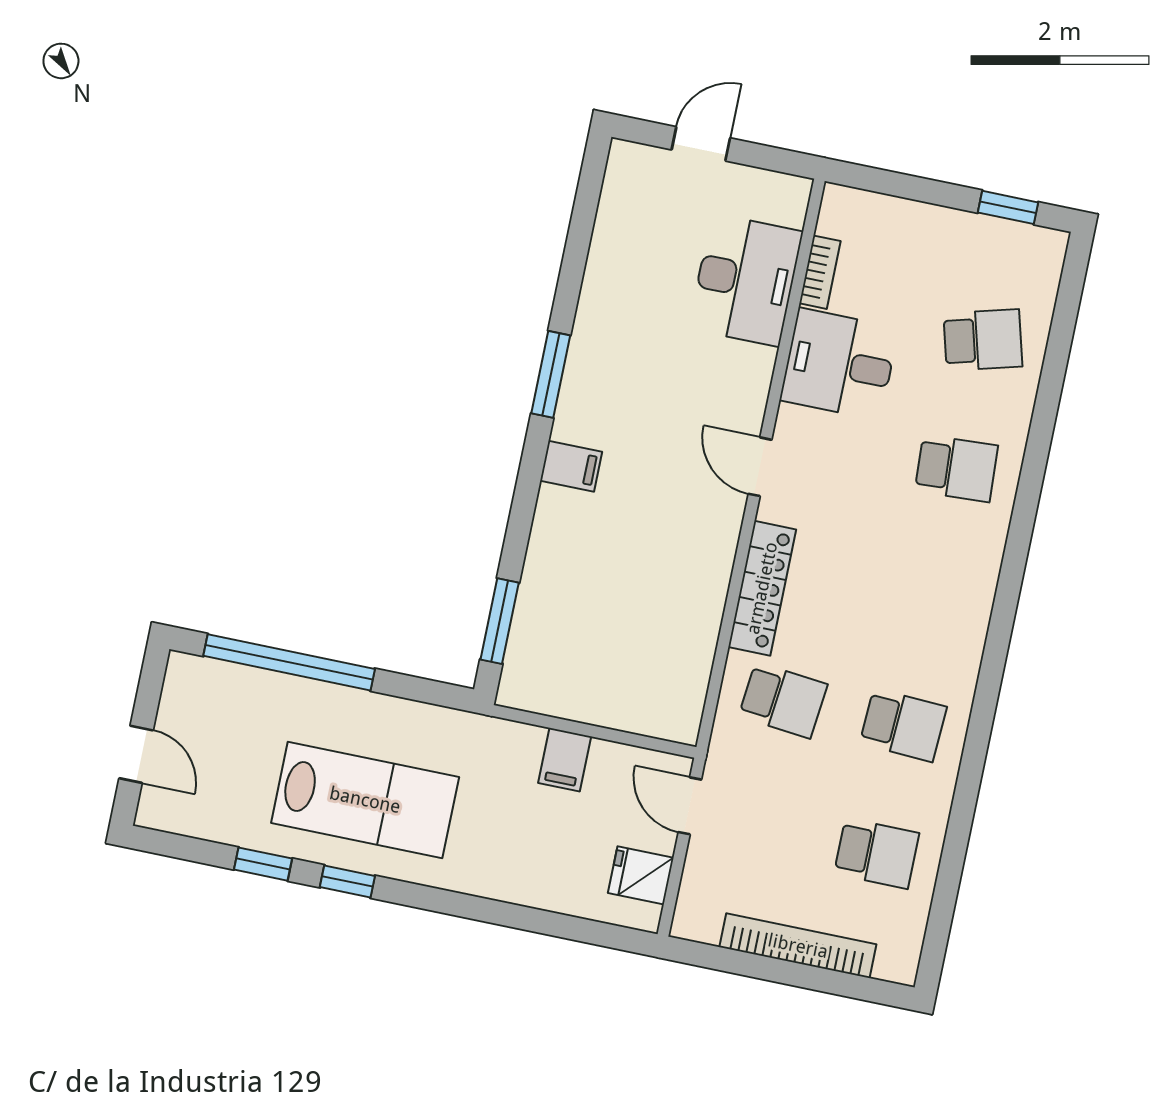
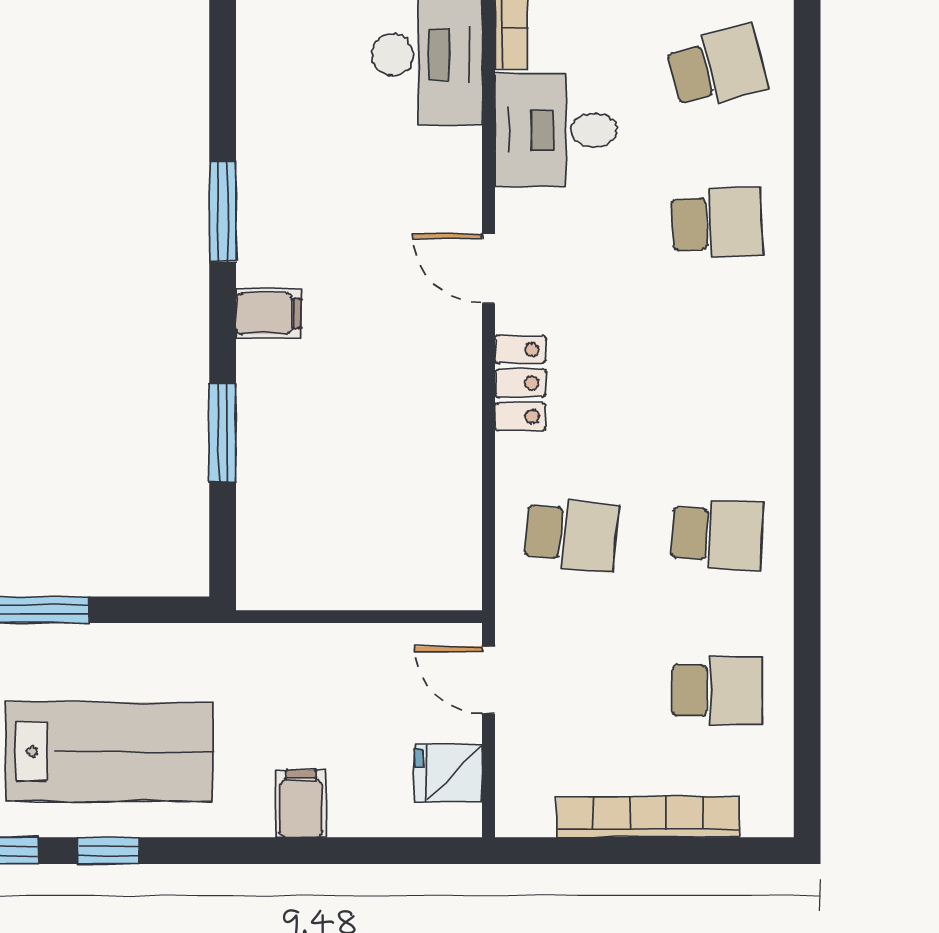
locker: (762, 588) -> (520, 383), width x0.66
window: (500, 621) -> (223, 433), moved
filing cabinet: (565, 760) -> (301, 804), moved, turned 180

